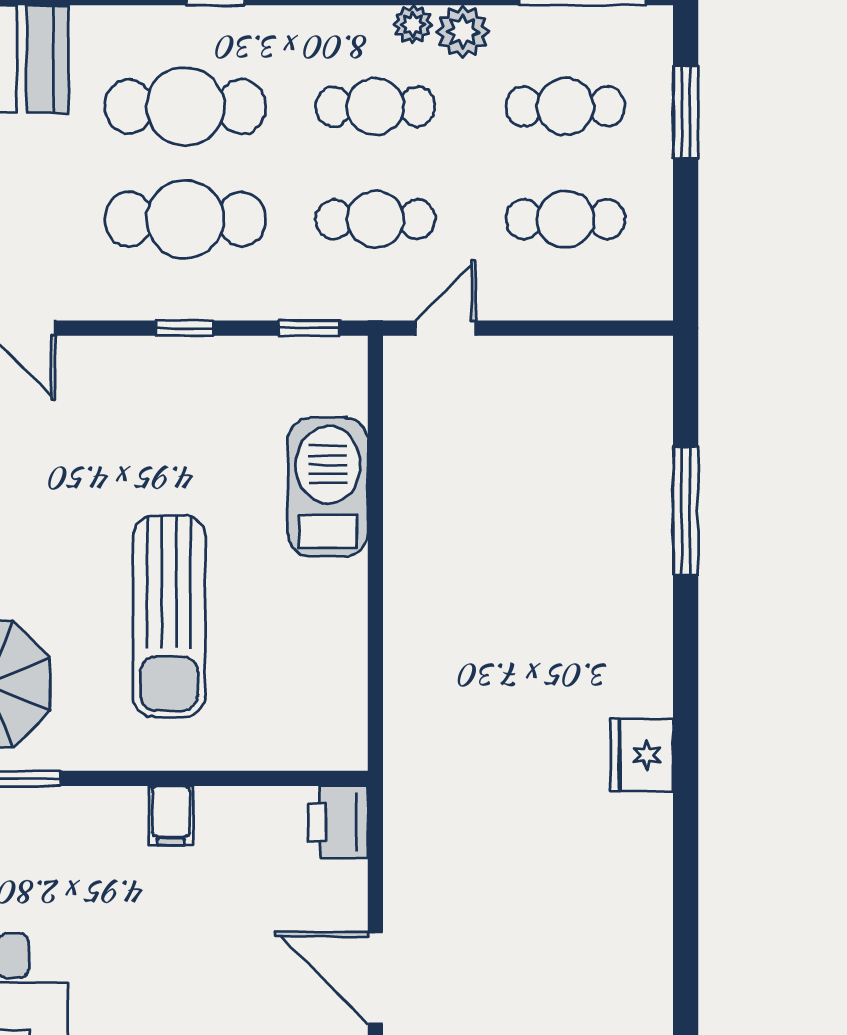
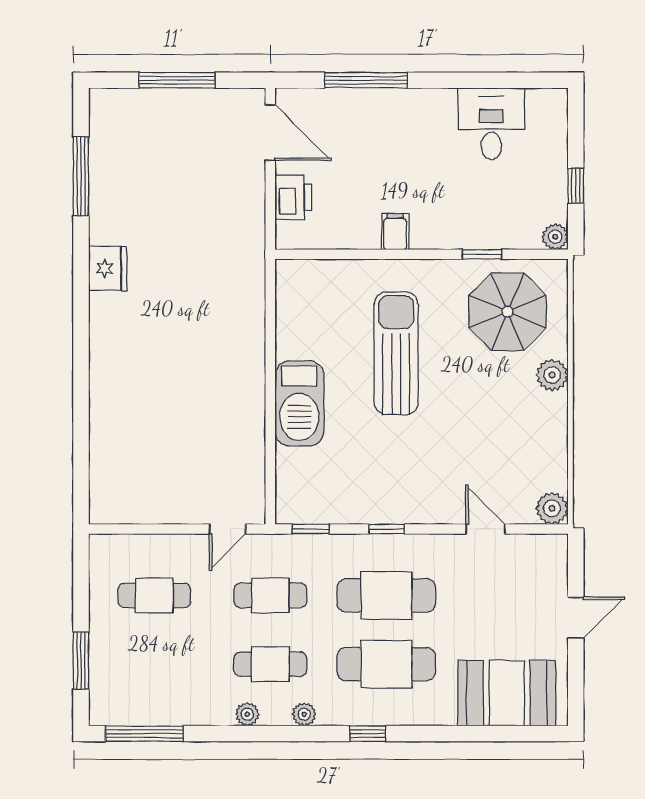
plant: (463, 32) -> (304, 714), moved, width x0.73, depth x0.73
cafe table: (566, 106) -> (154, 664), removed
barbecue: (328, 487) -> (299, 403), moved
window: (686, 510) -> (81, 176), moved
printer: (338, 822) -> (293, 197), moved

